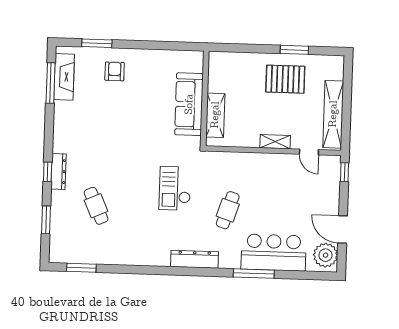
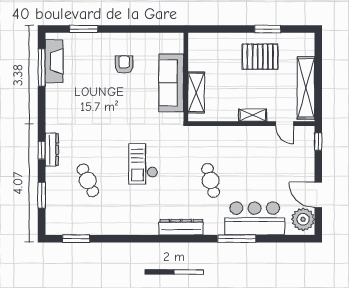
armchair: (115, 71) -> (124, 64), moved
checkout: (175, 188) -> (143, 164), moved
cafe table: (228, 210) -> (211, 180), turned -33

